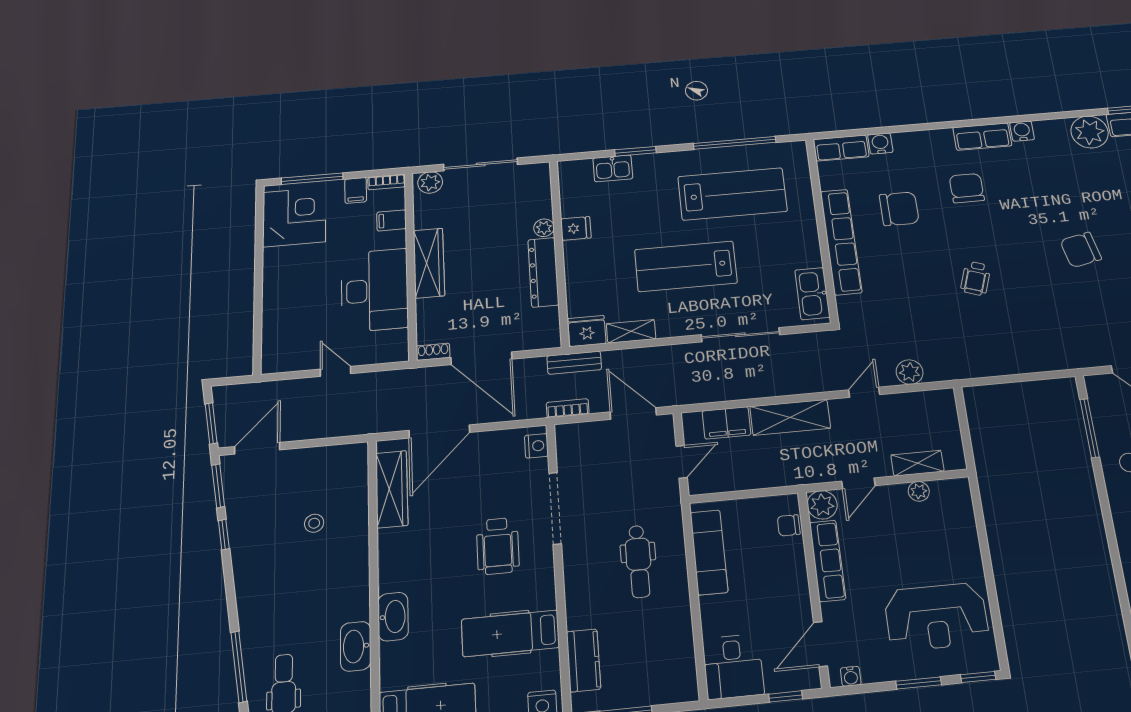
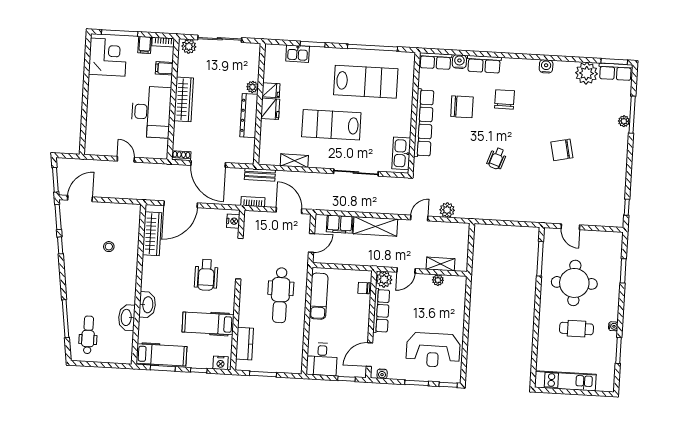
row of seats: (982, 137) -> (484, 64), moved
fridge: (587, 331) -> (270, 109), moved, turned 90
dental chair: (639, 561) -> (280, 295), width x1.36, depth x1.38

